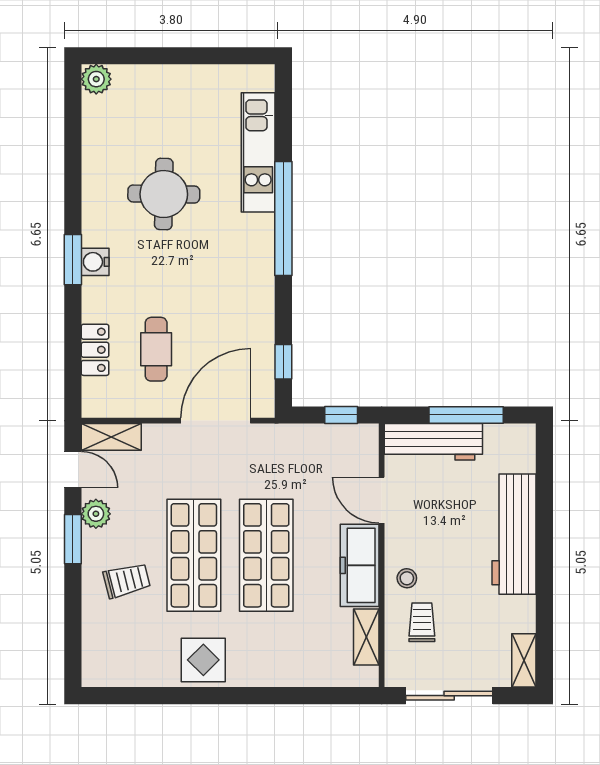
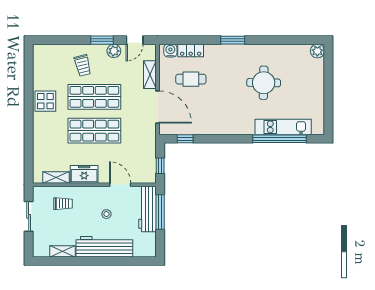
window: (283, 219) -> (279, 139), moved
water cooler: (95, 262) -> (170, 51), moved
window: (466, 415) -> (160, 212), moved
shelving: (111, 437) -> (150, 75), moved
door: (382, 500) -> (120, 185), hinge flipped
freezer: (360, 565) -> (84, 174), width x0.71
stool: (407, 578) -> (106, 214), moved
shelving: (524, 660) -> (62, 251), moved
sliding door: (449, 696) -> (29, 216), width x0.73

